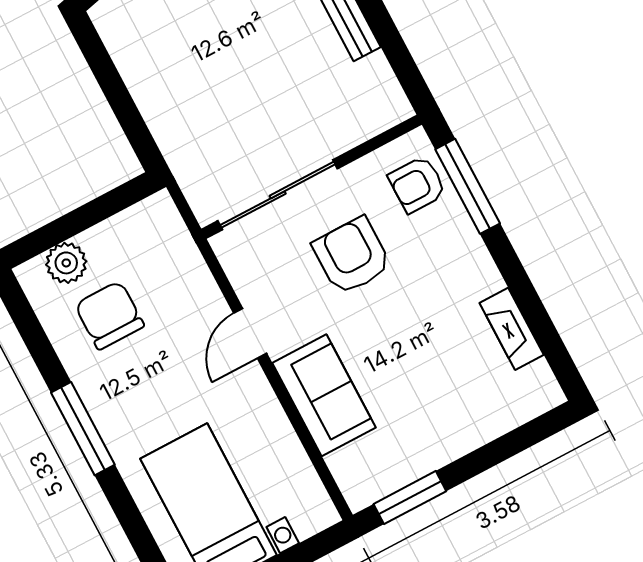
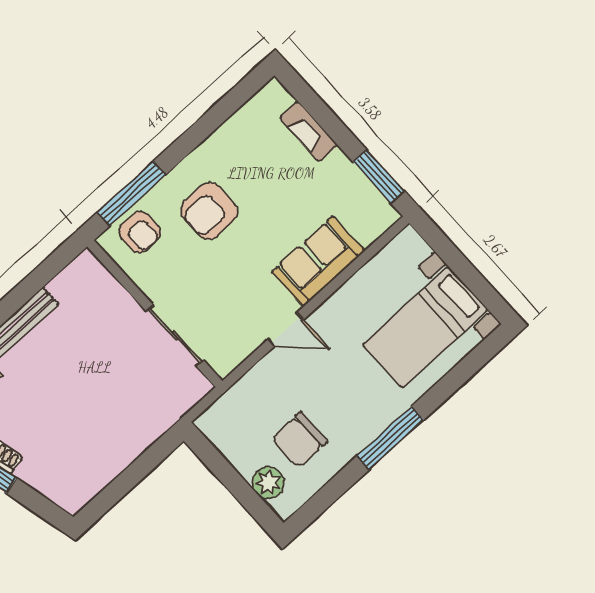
sliding door: (278, 195) -> (175, 336), width x0.73
armchair: (352, 256) -> (209, 211), moved
fireplace: (512, 329) -> (309, 132), moved, turned 90

